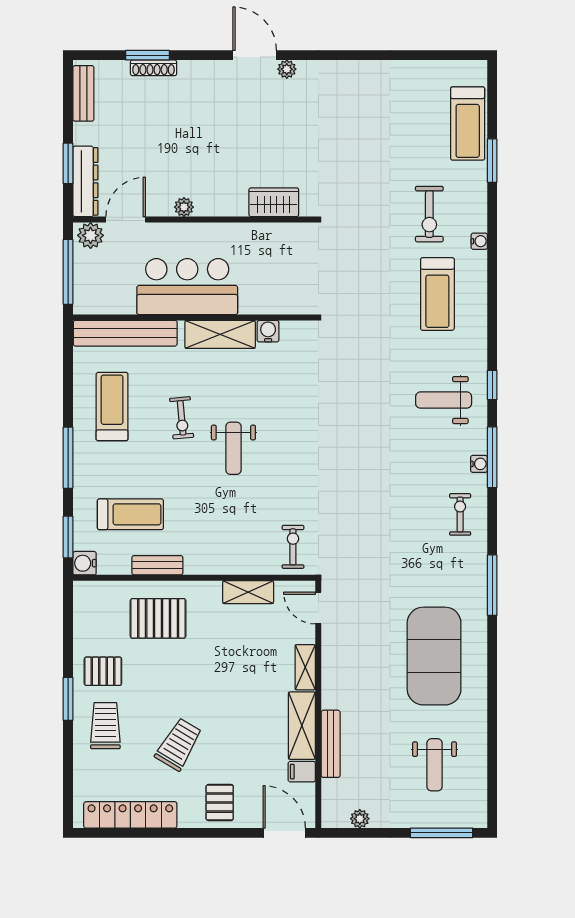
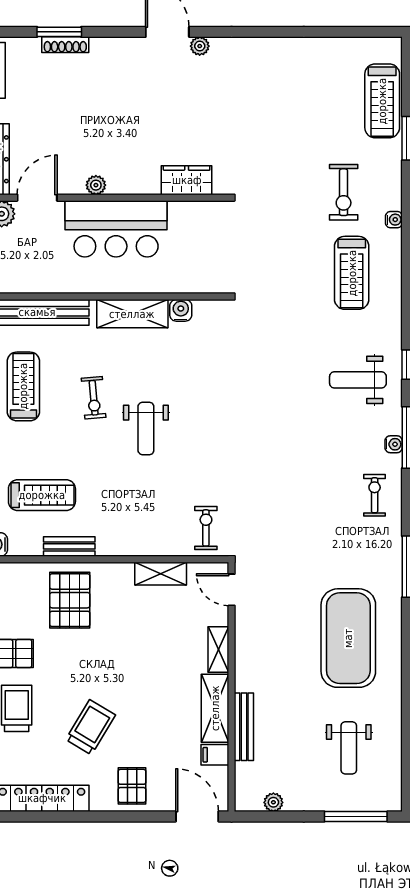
bar counter: (187, 287) -> (116, 229), moved, turned 180
pallet: (158, 618) -> (70, 600), turned 90

